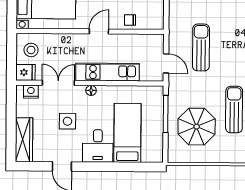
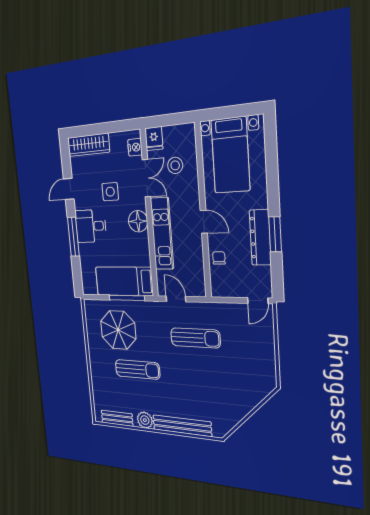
stool: (31, 50) -> (175, 165), moved
door: (166, 63) -> (176, 299), swing flipped
floor lamp: (91, 90) -> (138, 221), width x1.89, depth x1.89
bed: (127, 133) -> (124, 281), moved, turned 180
window: (107, 167) -> (73, 237), added

